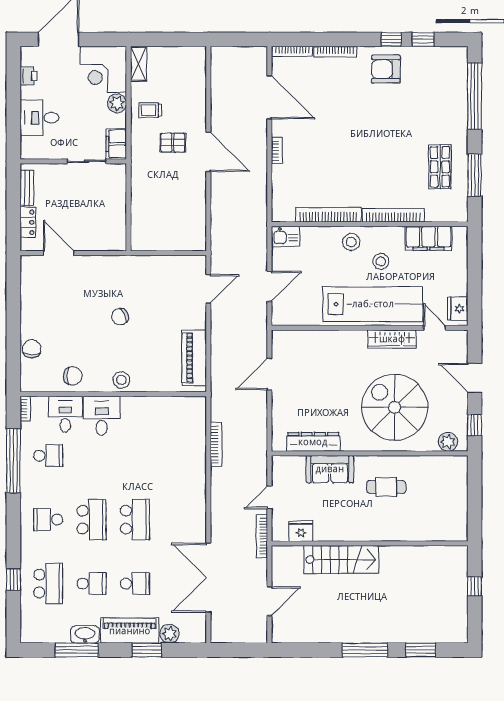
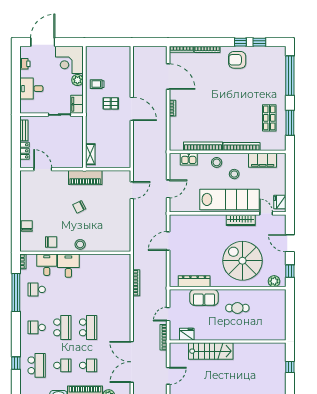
shelving: (138, 64) -> (90, 154), moved
kitchen sink: (286, 236) -> (189, 159), moved
piano: (194, 358) -> (85, 177), moved, turned -90
school desk: (48, 456) -> (37, 289), turned 180

